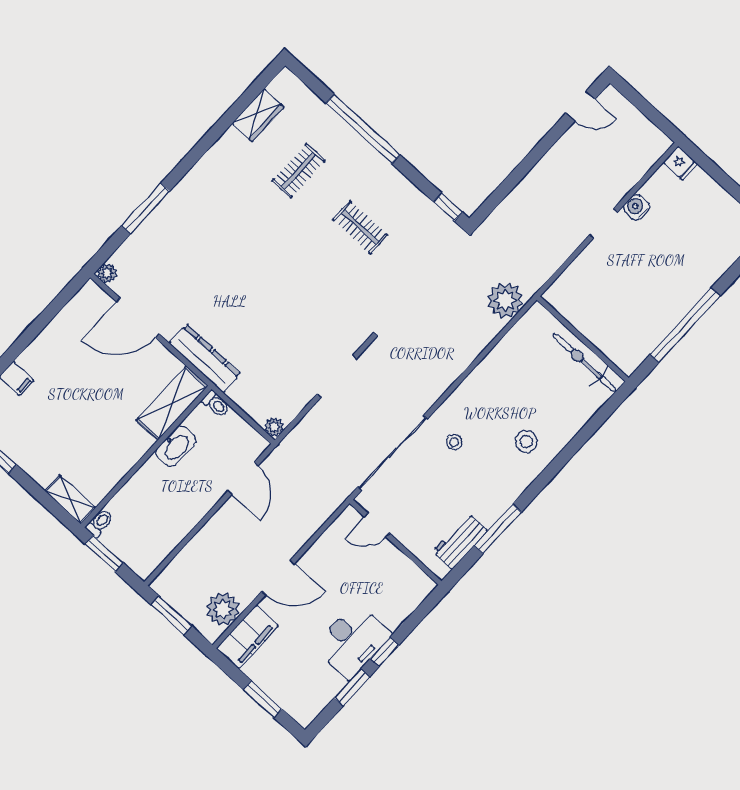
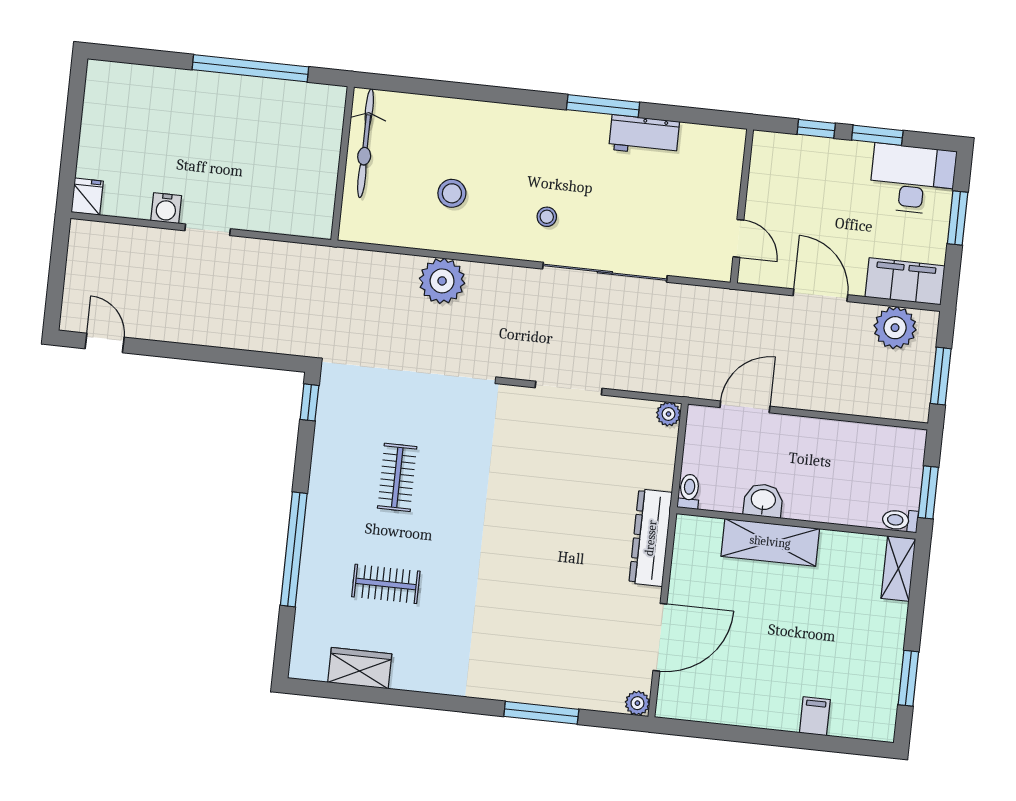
plant: (505, 300) -> (442, 281), moved
door: (138, 318) -> (660, 637), hinge flipped
shelving: (172, 403) -> (770, 542), moved
stool: (526, 441) -> (452, 193), moved
washbasin: (176, 446) -> (763, 500), width x0.72
door: (377, 525) -> (738, 238), moved
wall: (396, 542) -> (742, 206), moved
desk: (352, 641) -> (913, 179), moved

